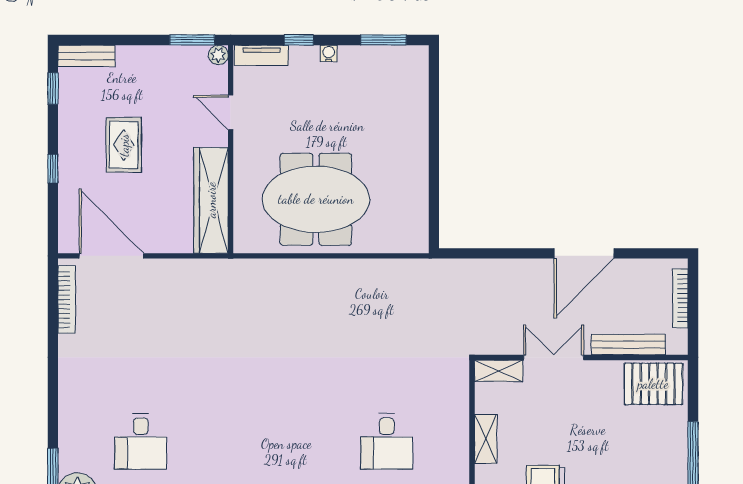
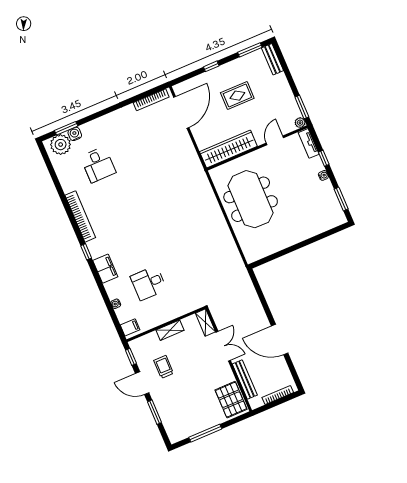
window: (53, 88) -> (250, 50), width x1.50
desk: (141, 441) -> (98, 165), turned -90
water cooler: (69, 459) -> (75, 134), added

